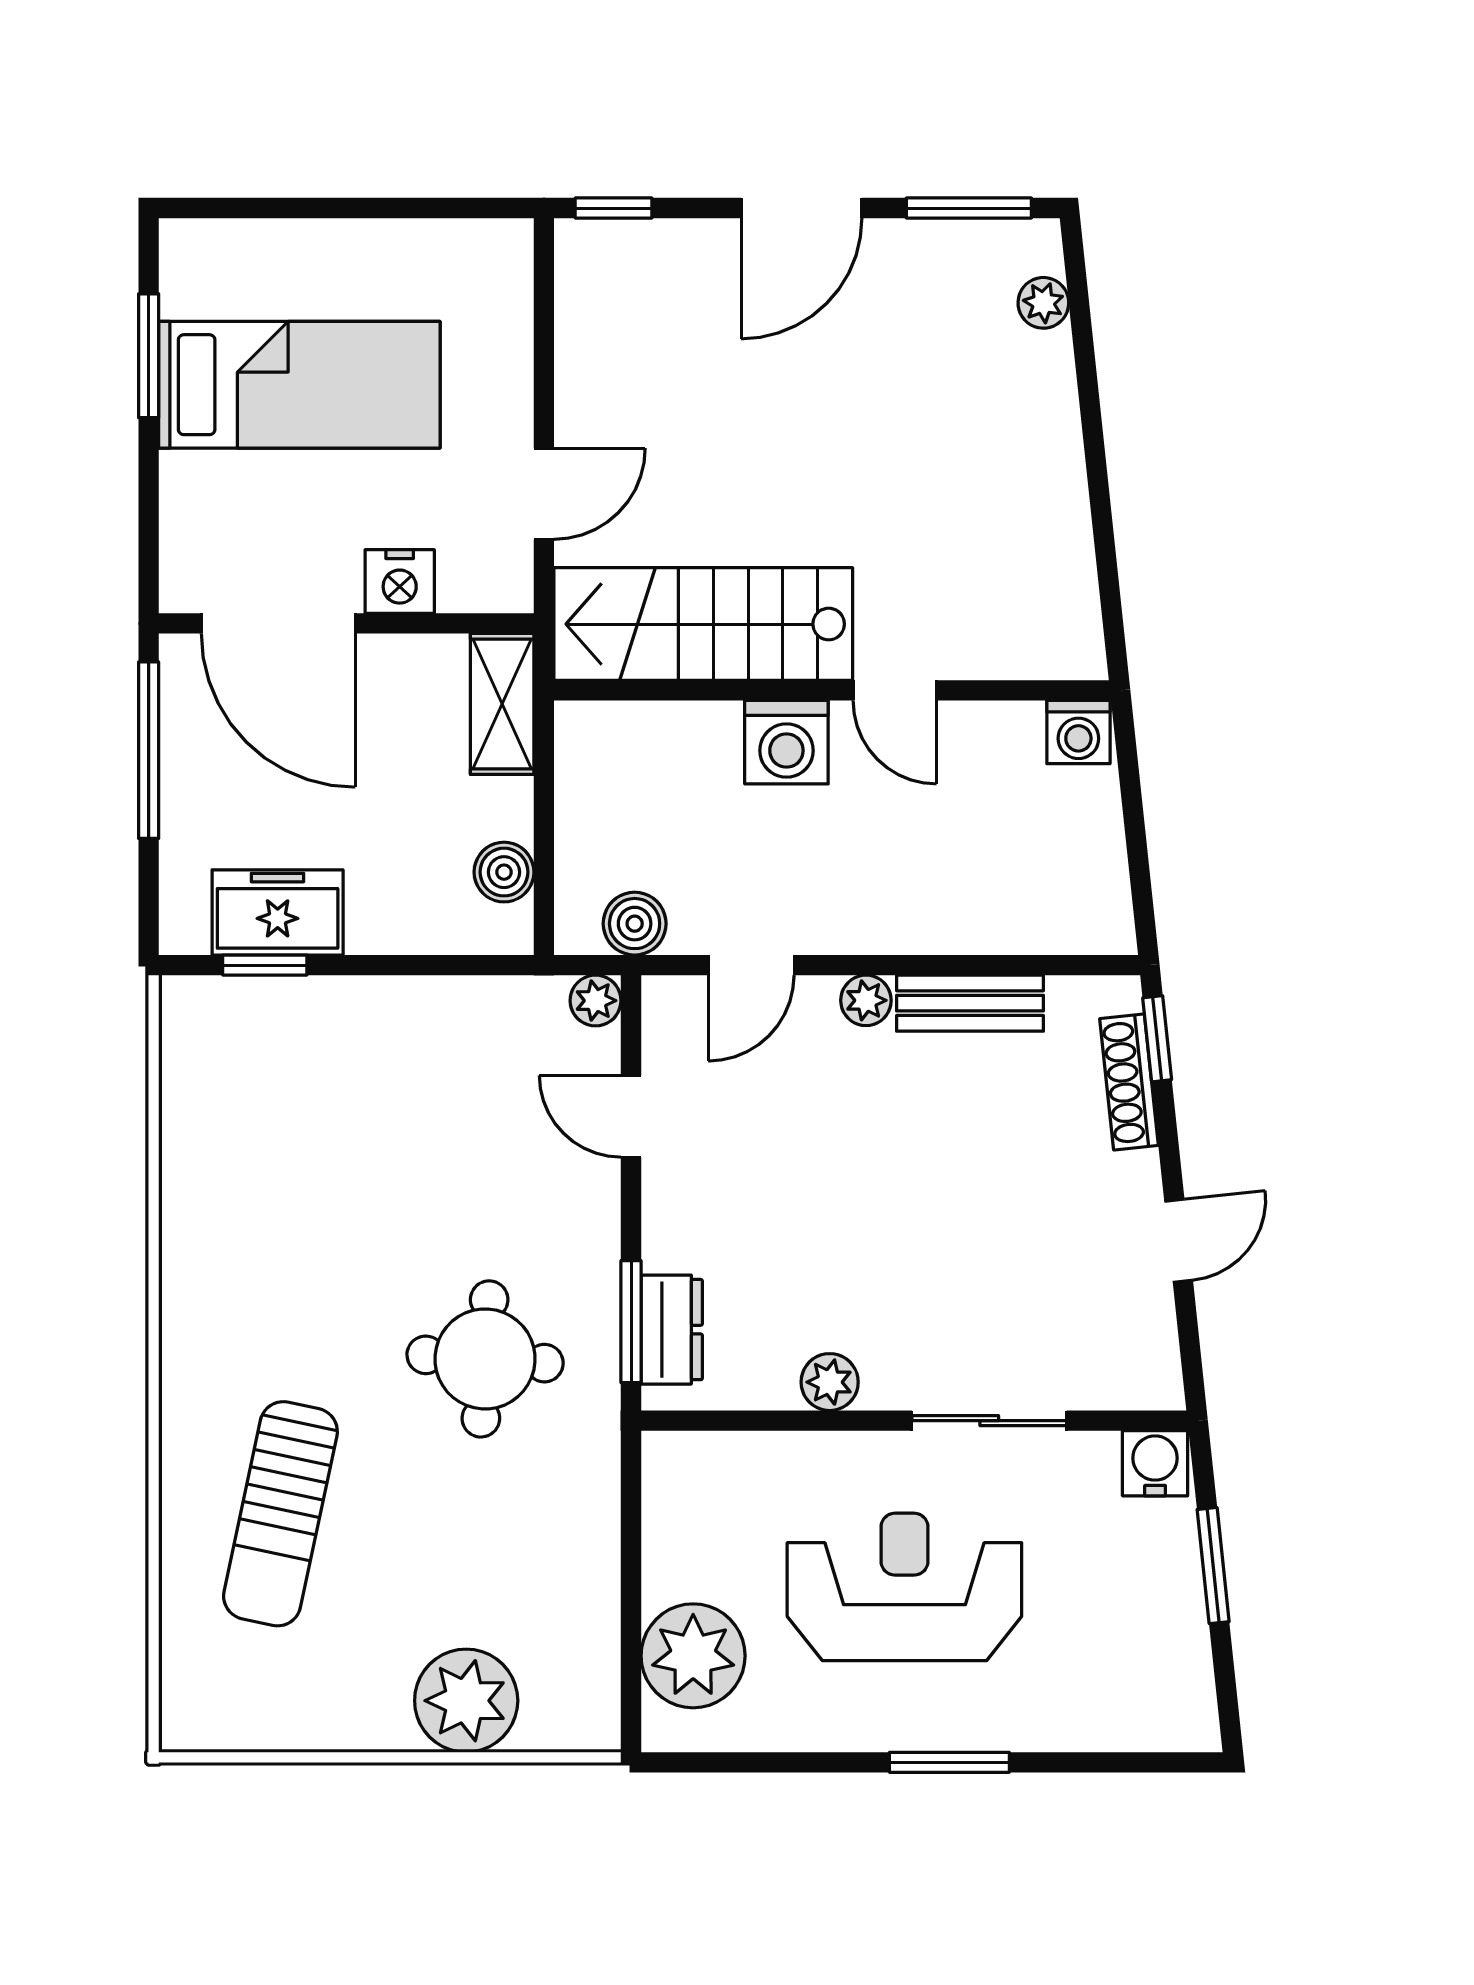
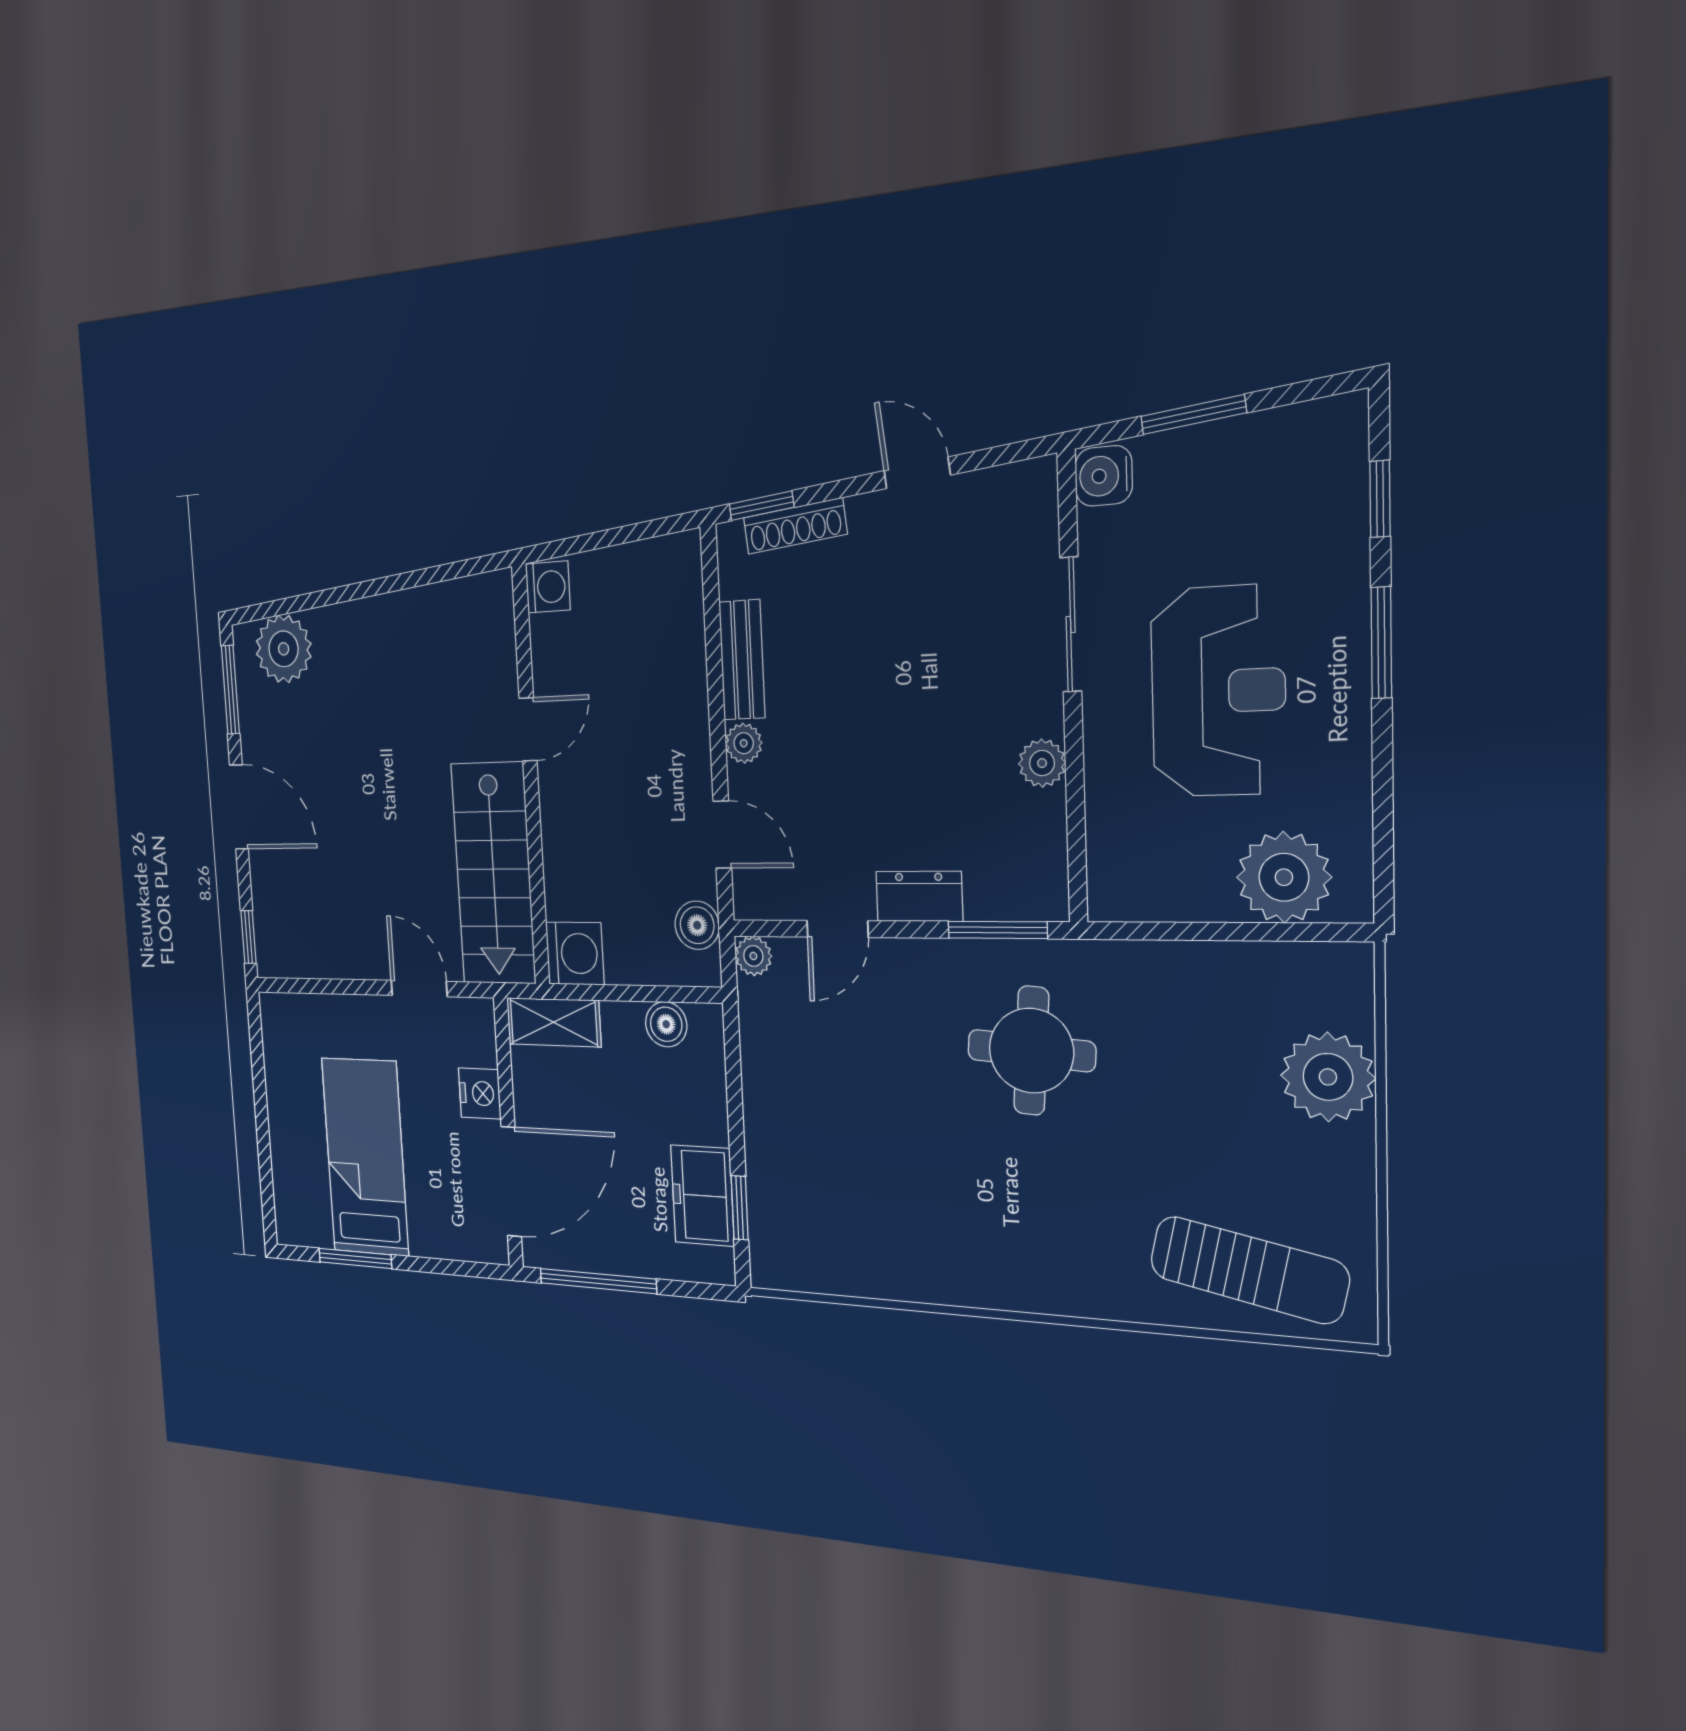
plant: (1043, 303) -> (284, 649), width x1.88, depth x1.88
washing machine: (786, 742) -> (575, 954), moved
dresser: (672, 1330) -> (919, 896), moved
sun lounger: (280, 1514) -> (1249, 1270), moved
reception desk: (904, 1587) -> (1218, 691), turned 180
window: (1104, 1762) -> (1380, 499), added

